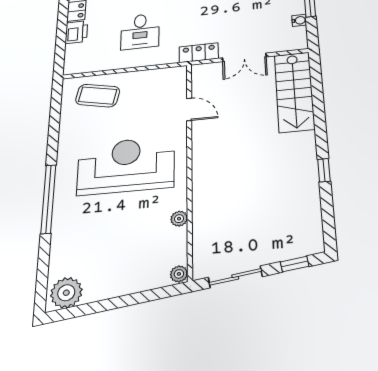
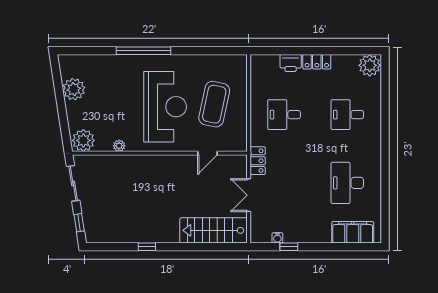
coffee table: (98, 96) -> (214, 104), moved, width x1.36, depth x1.32
plant: (179, 274) -> (83, 140), width x1.87, depth x1.87
plant: (66, 293) -> (74, 89), moved

